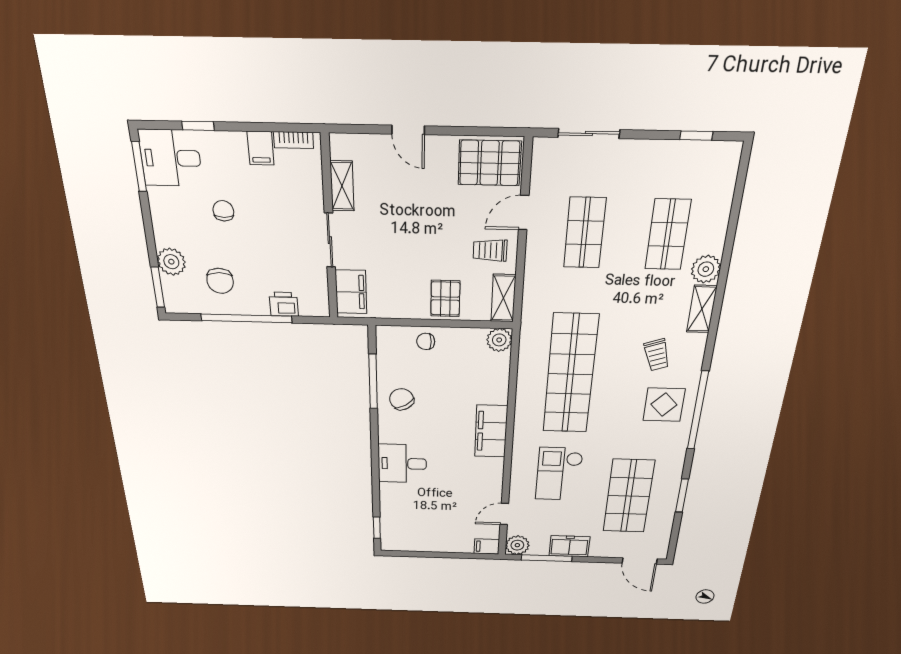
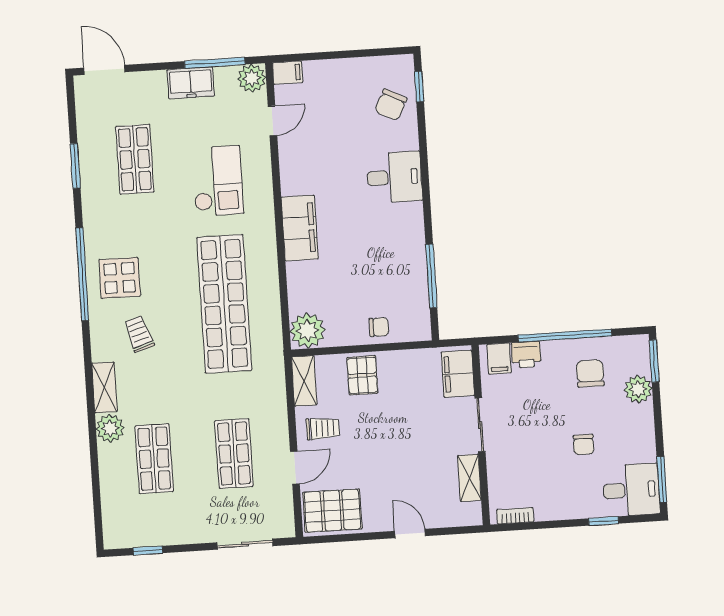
filing cabinet: (261, 148) -> (499, 359), moved, turned 180
plant: (499, 340) -> (308, 331), width x1.36, depth x1.36
chair: (402, 399) -> (391, 105), moved, turned 58
shop shelf: (629, 496) -> (135, 159), width x0.70, depth x0.74

